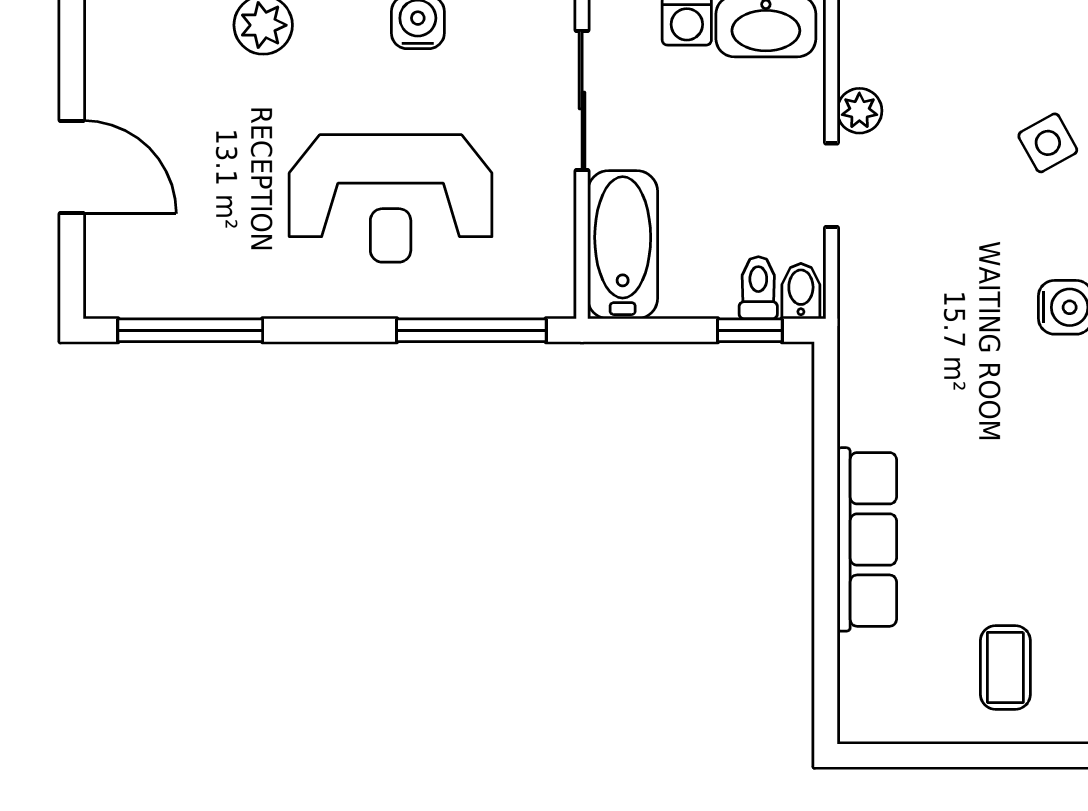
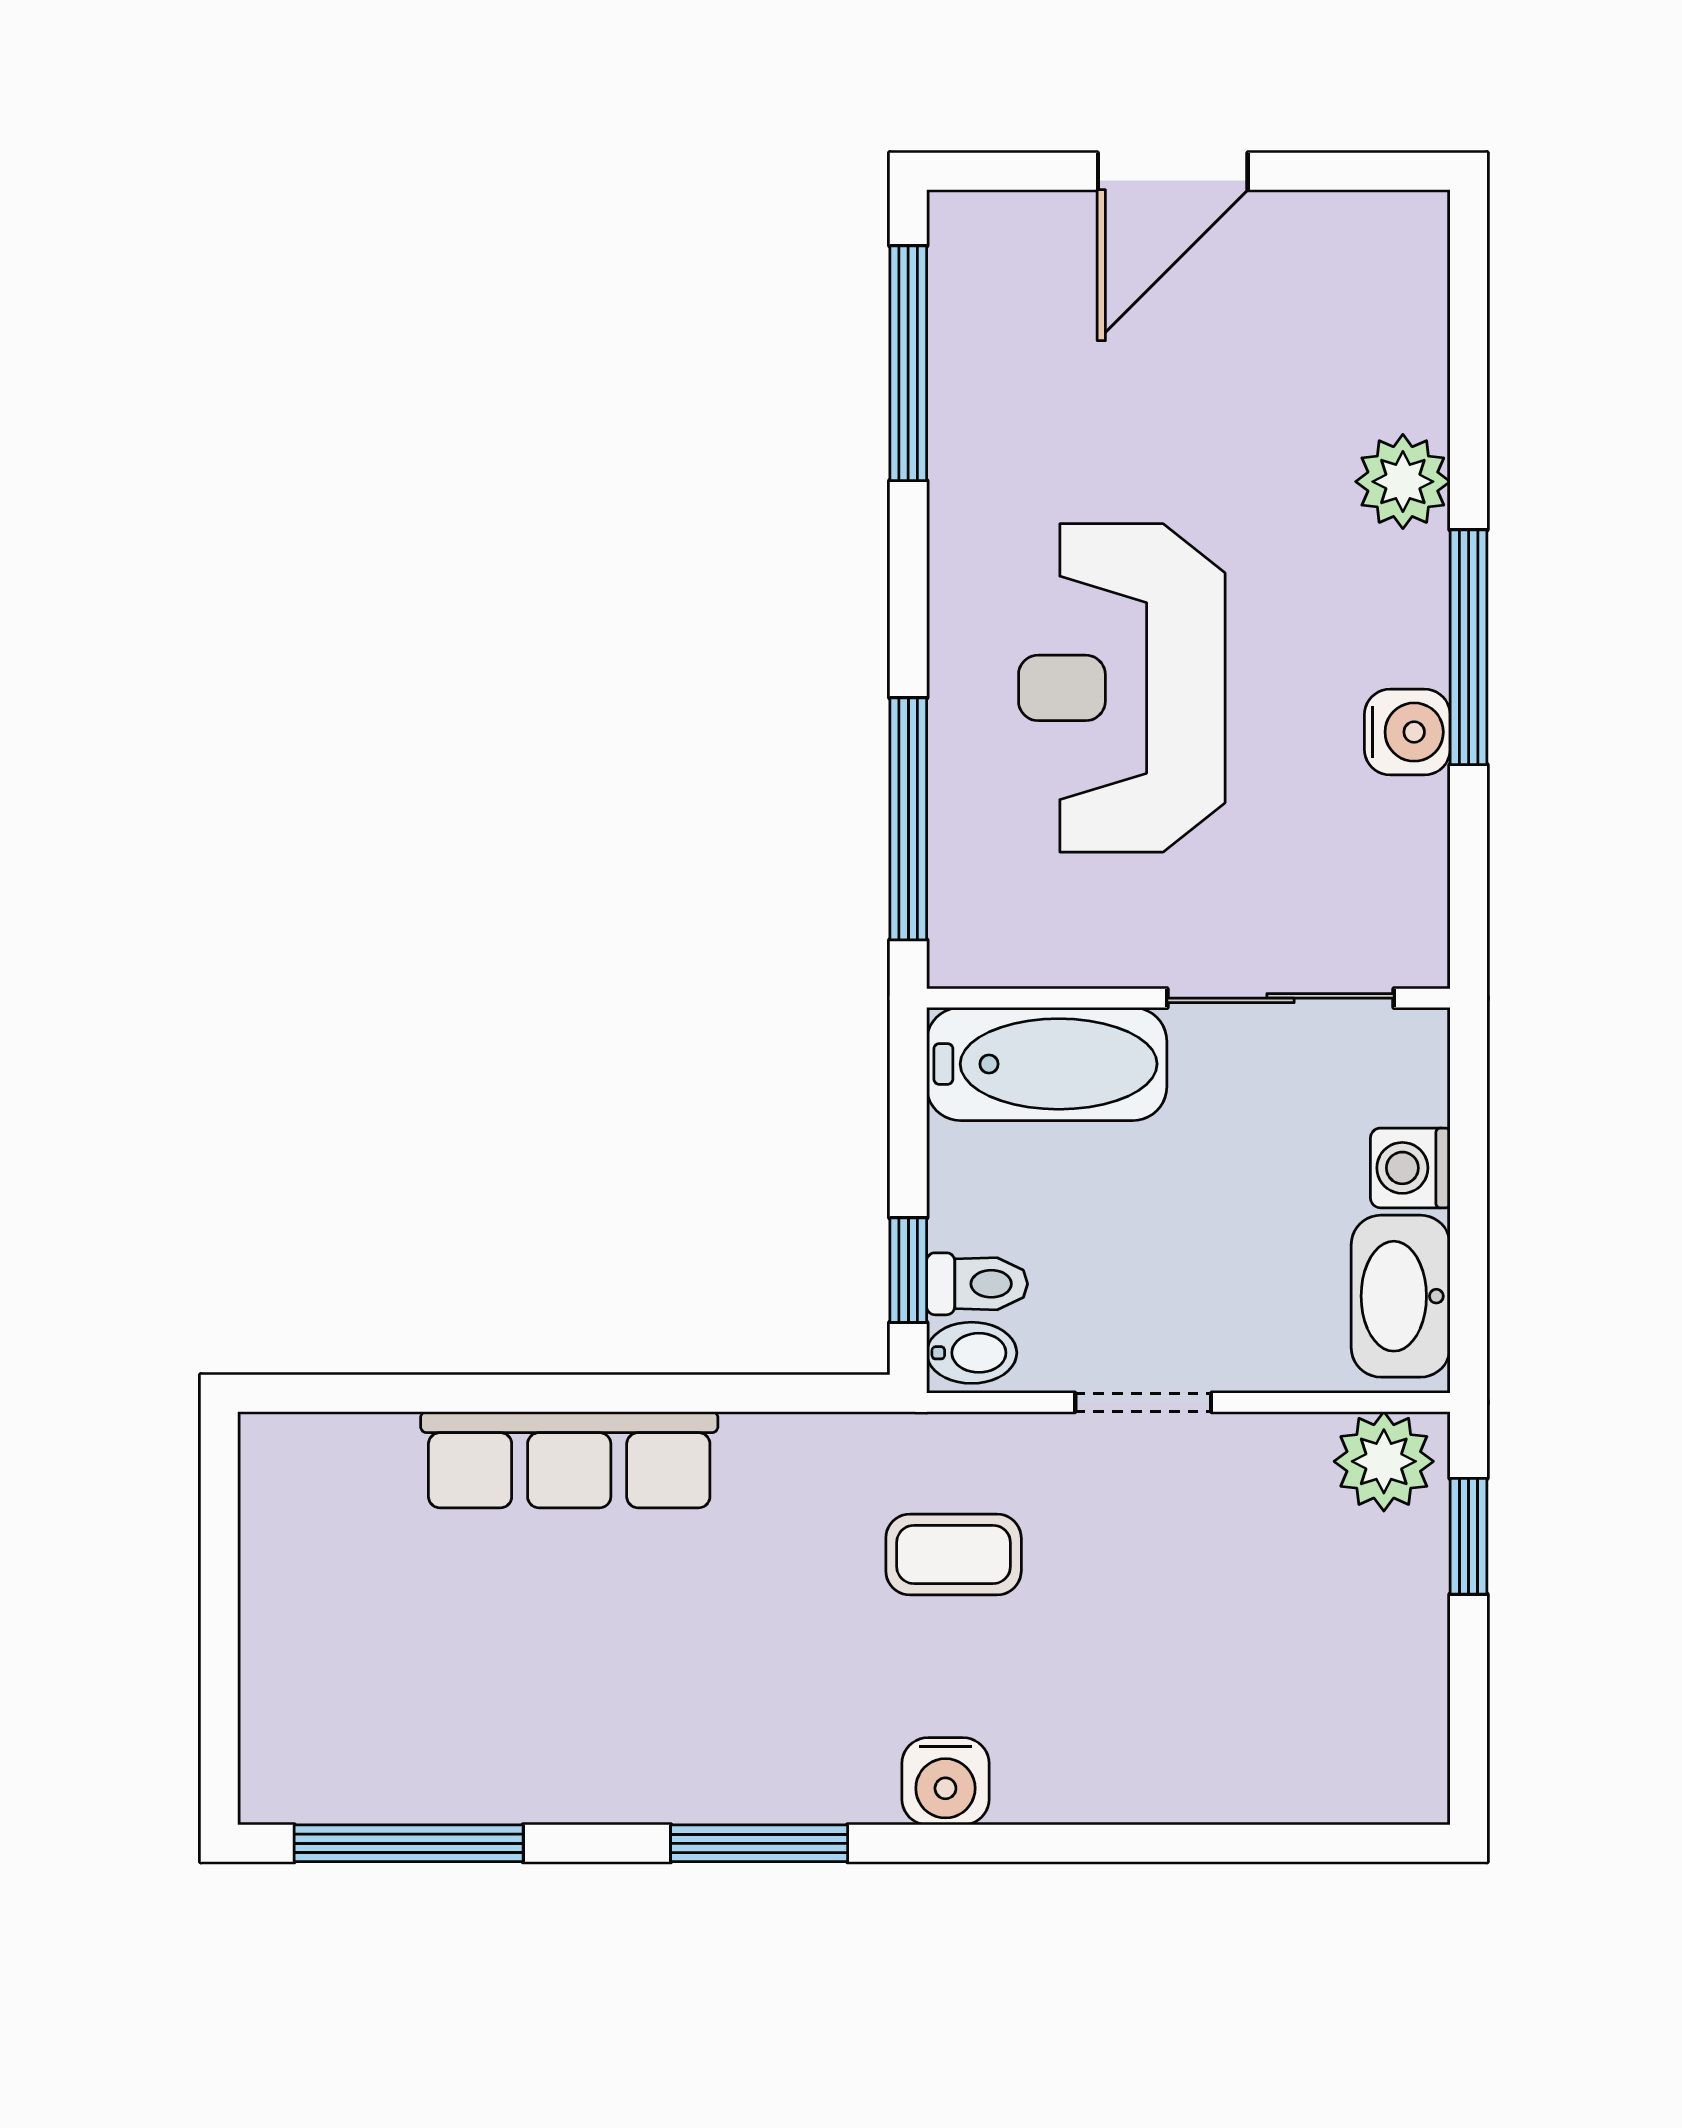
plant: (859, 111) -> (1384, 1461), moved, width x1.38, depth x1.38
side table: (1048, 143) -> (1212, 1753), removed
coffee table: (1005, 667) -> (954, 1554), moved

